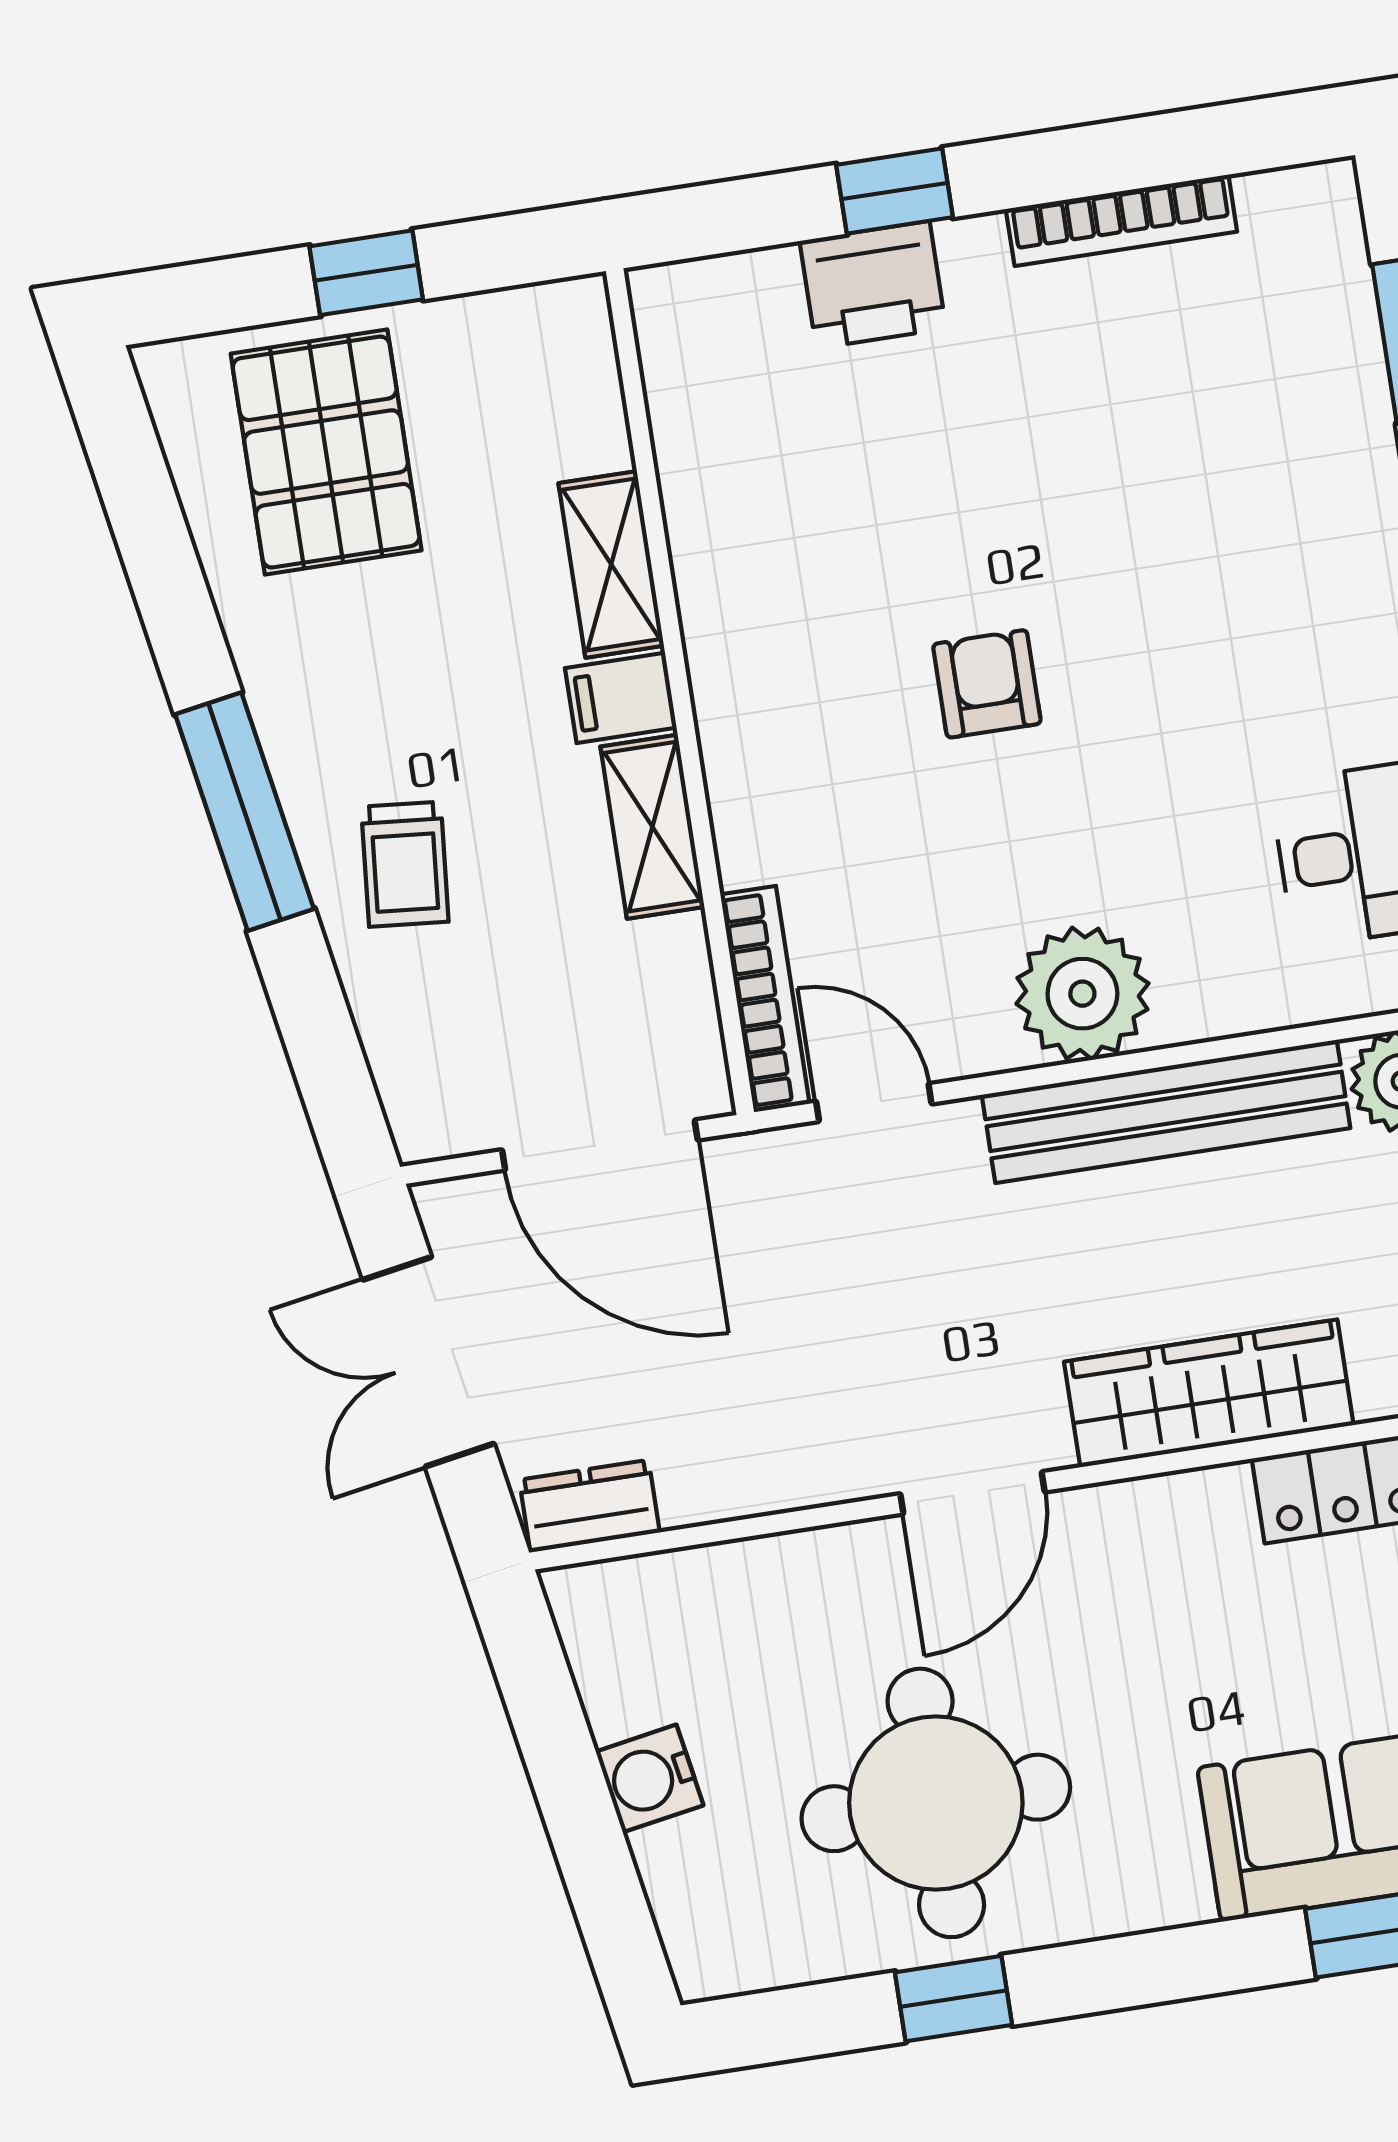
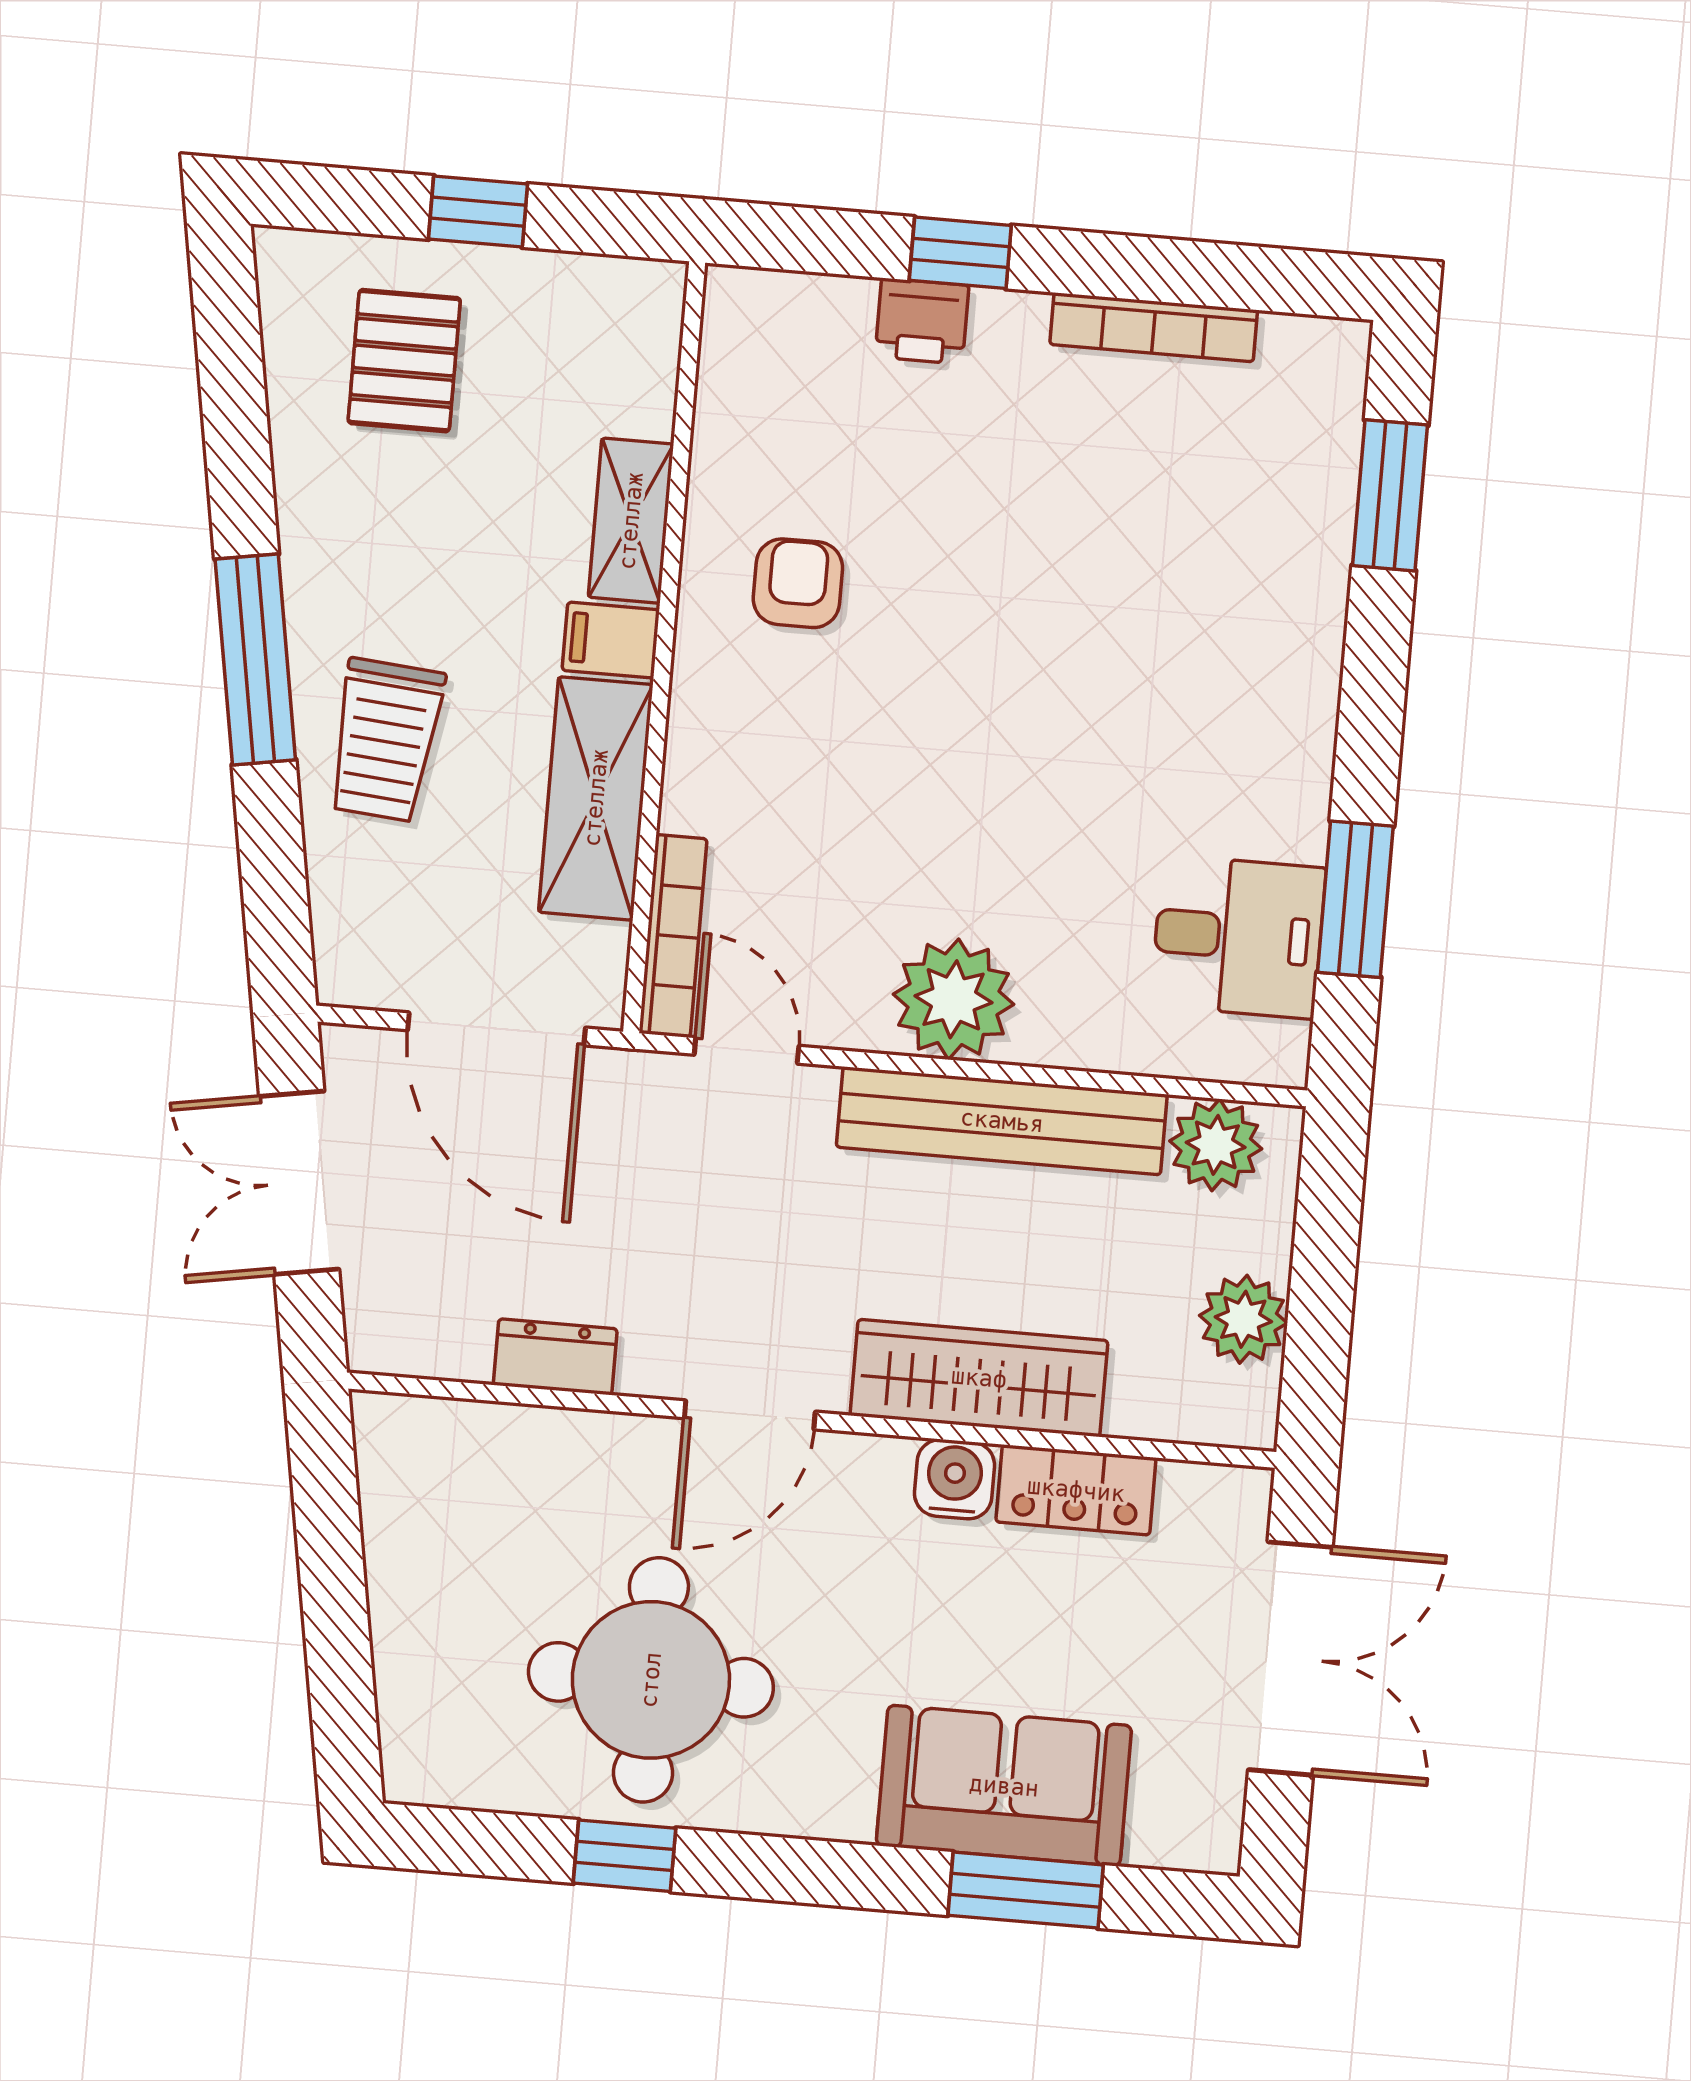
printer: (873, 285) -> (922, 321), width x0.73, depth x0.81
pallet: (326, 452) -> (404, 361), width x0.67, depth x0.71
armchair: (987, 684) -> (798, 583), moved
shelving: (652, 827) -> (596, 798), width x1.50, depth x1.33
trolley: (405, 864) -> (385, 740), width x1.36, depth x1.39
dresser: (590, 1506) -> (555, 1357), moved
water cooler: (650, 1778) -> (954, 1479), moved, turned 100

